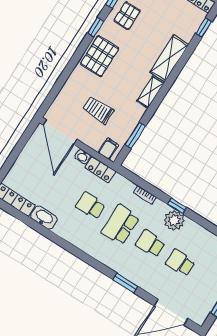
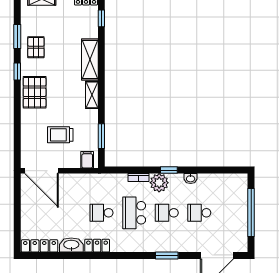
washbasin: (83, 157) -> (191, 179), moved
locker: (101, 170) -> (97, 246), moved, turned 180
plant: (174, 220) -> (159, 183), moved

